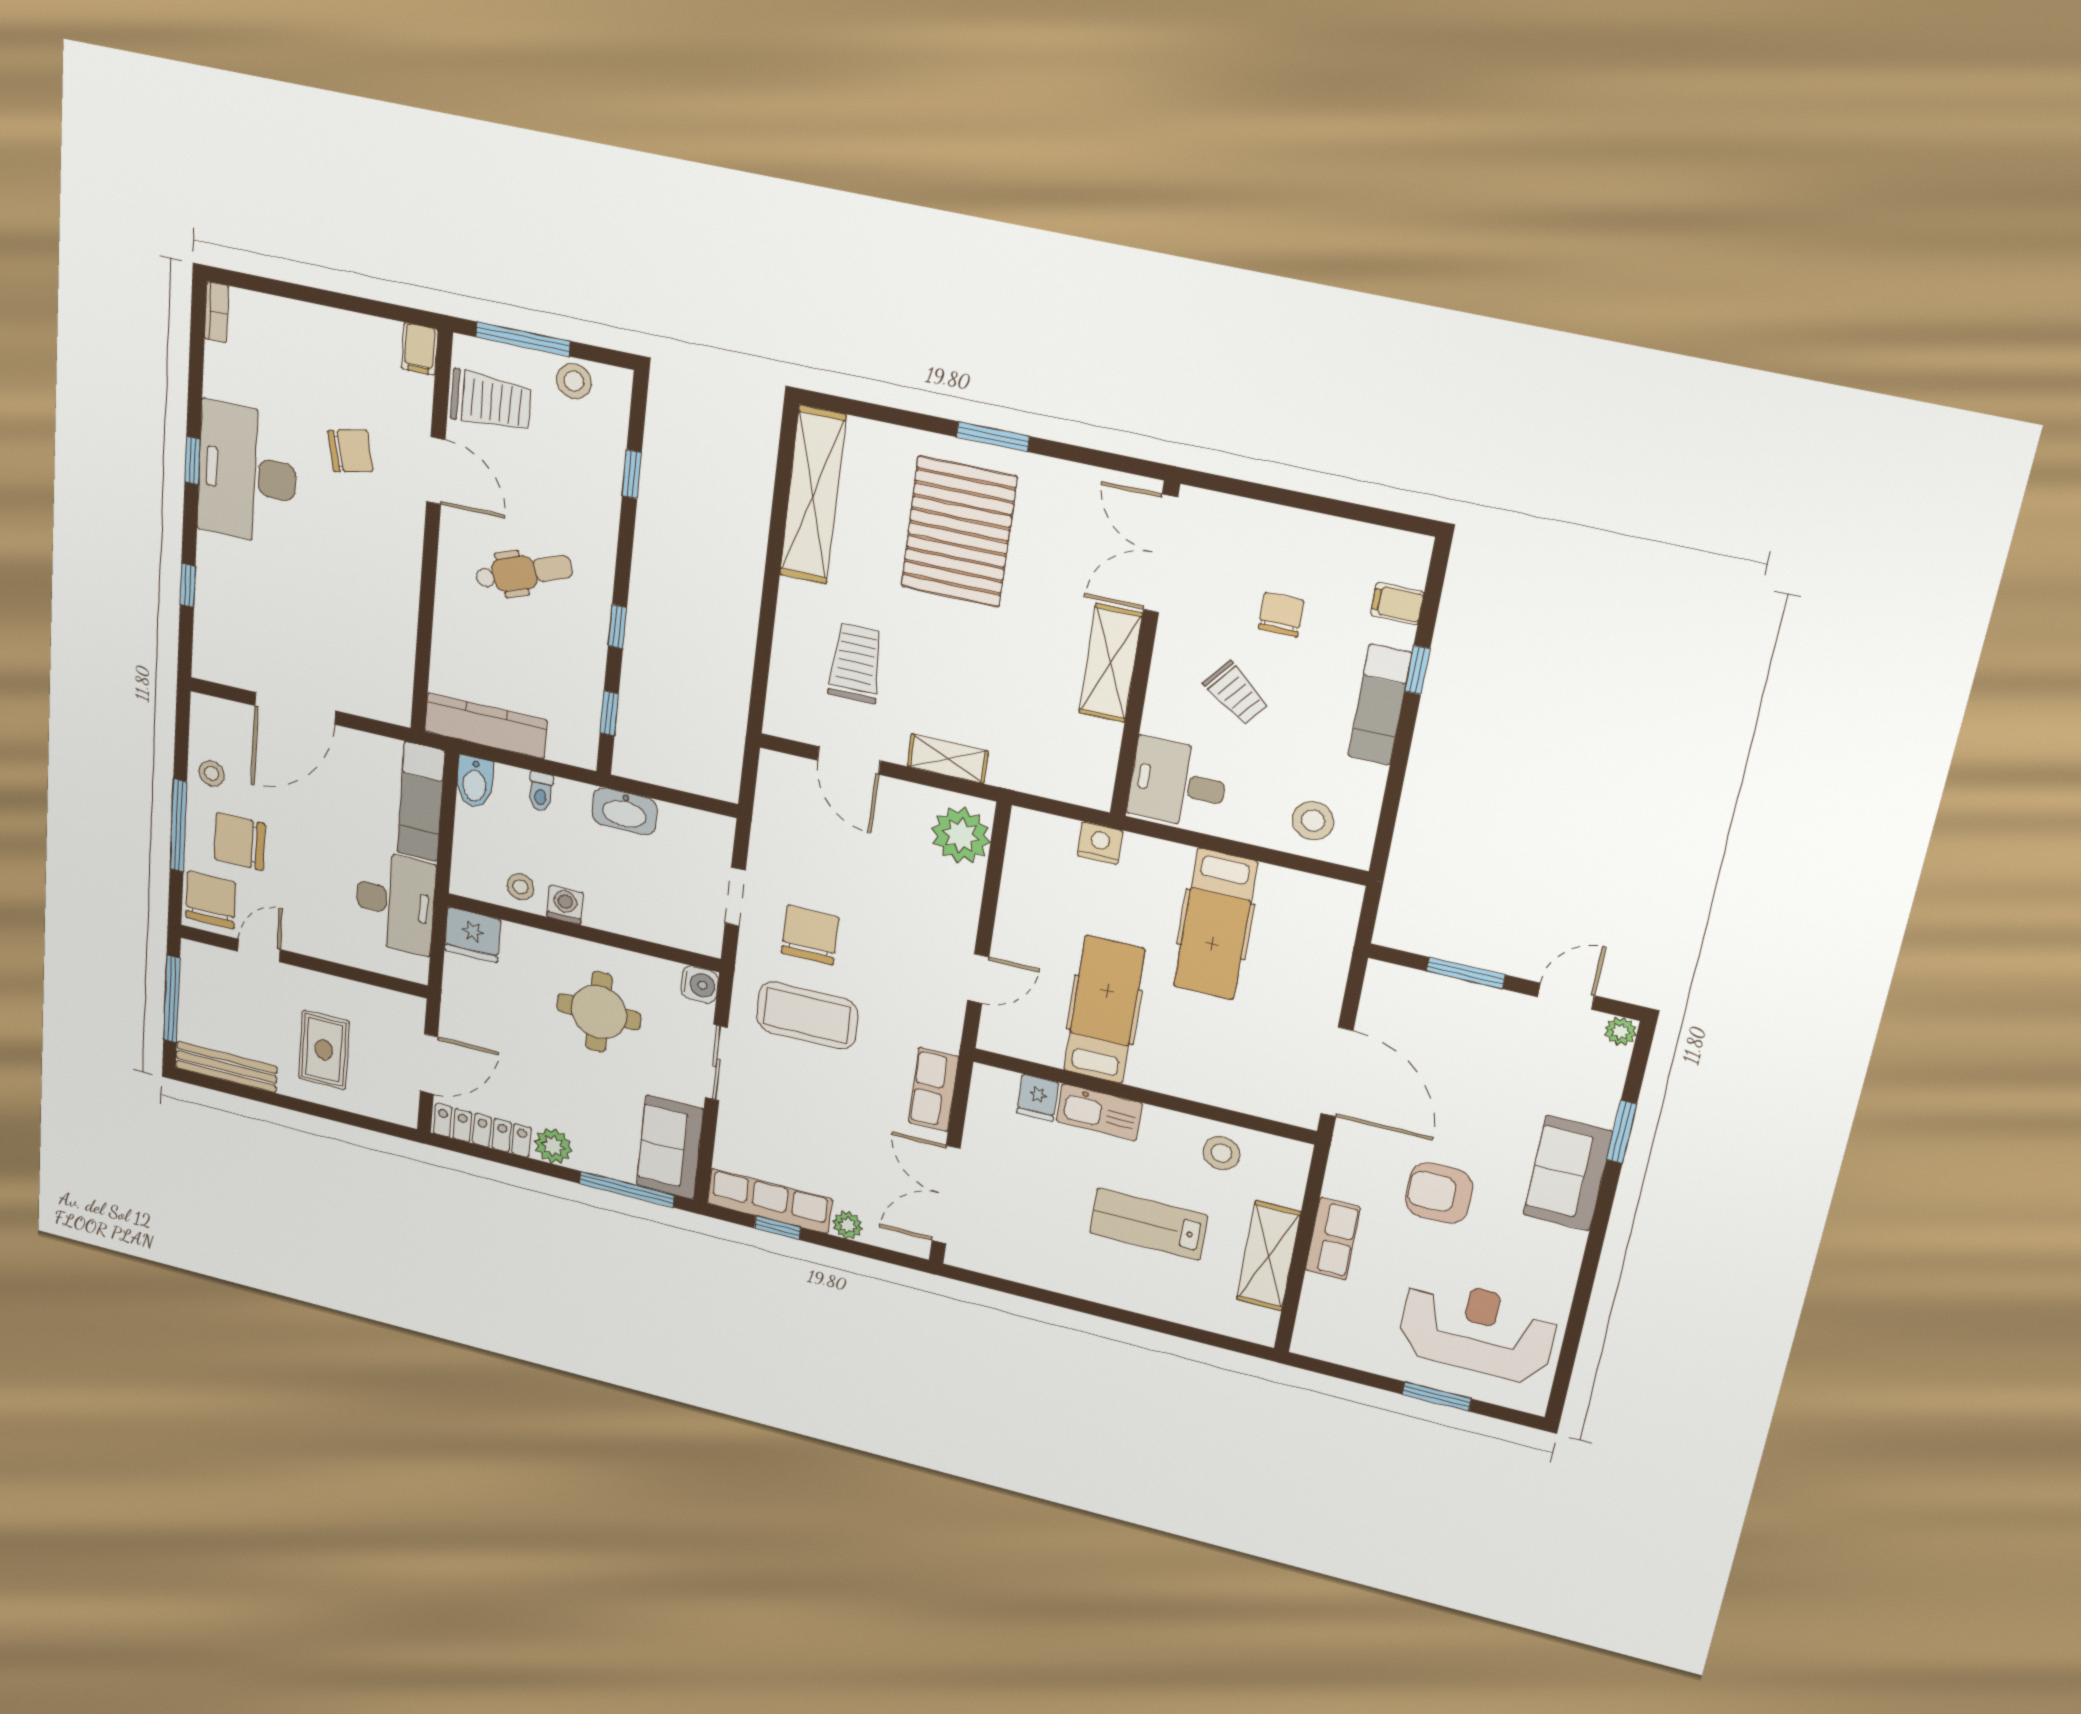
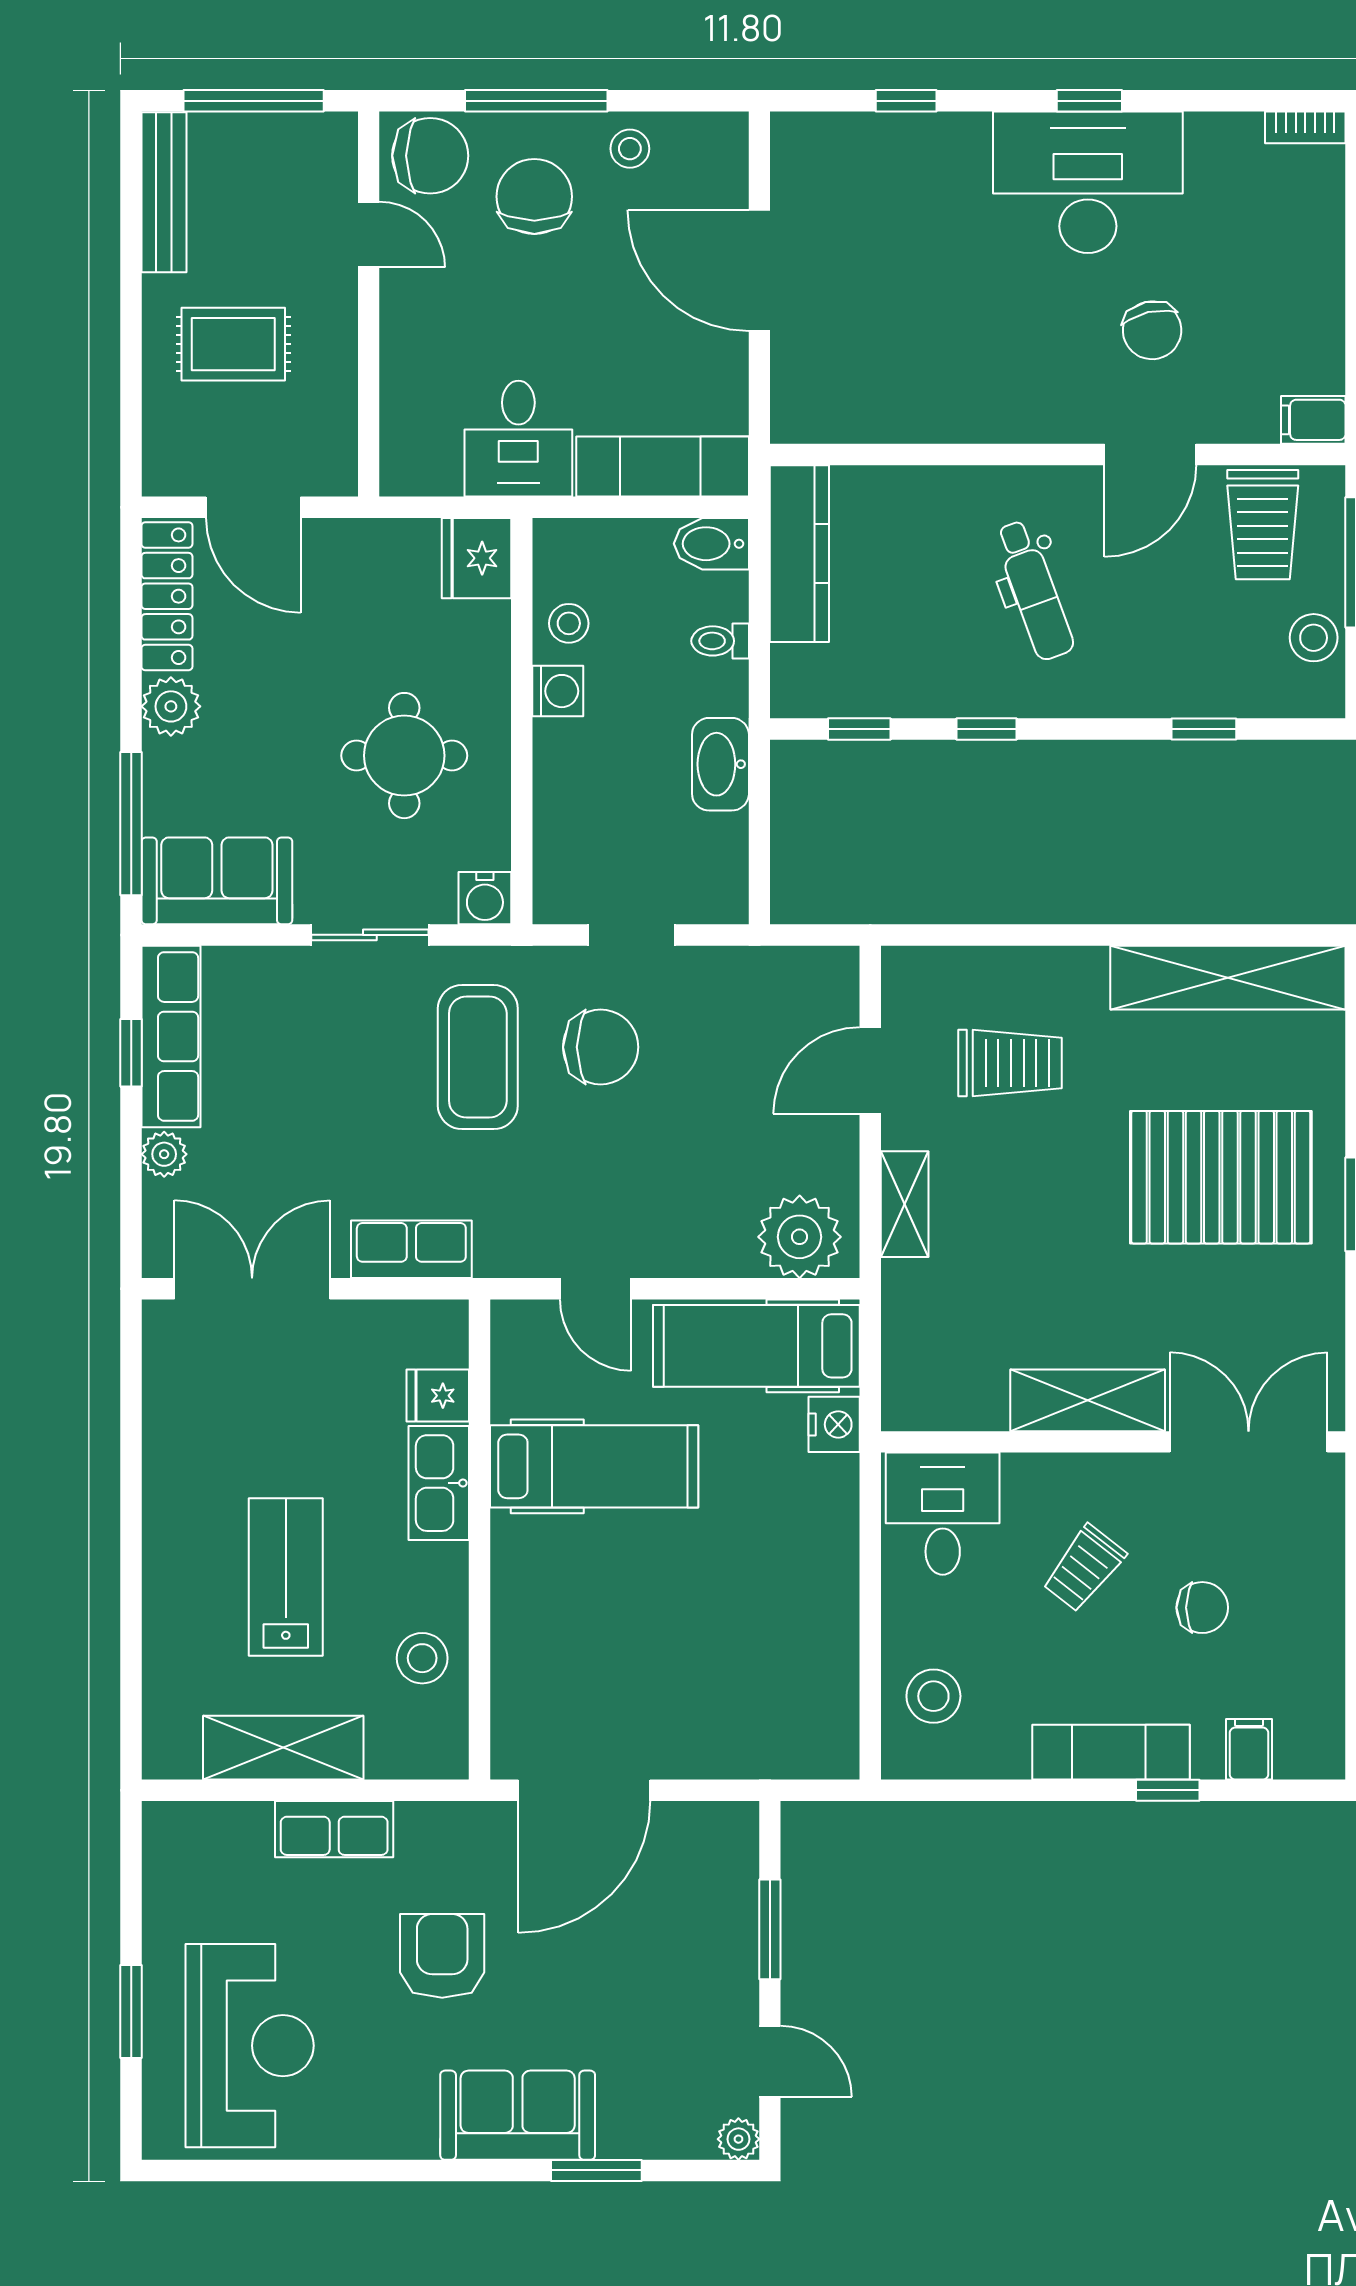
desk: (395, 902) -> (518, 439), width x0.73
hospital bed: (1216, 924) -> (756, 1346), moved

